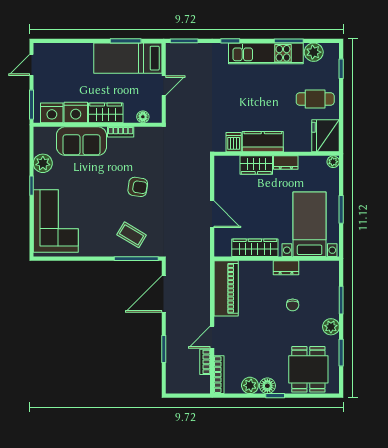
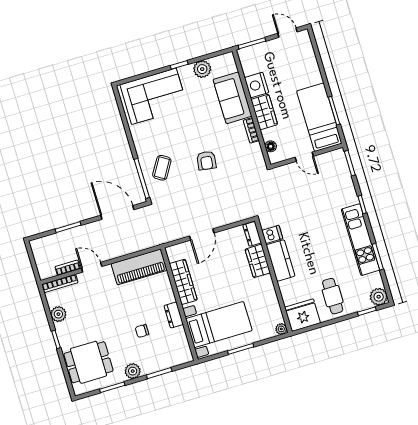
plant: (314, 52) -> (379, 297), moved
nightstand: (52, 113) -> (250, 64), removed
dresser: (286, 163) -> (252, 234), moved
floor lamp: (267, 386) -> (63, 330), removed

